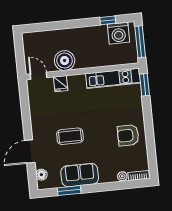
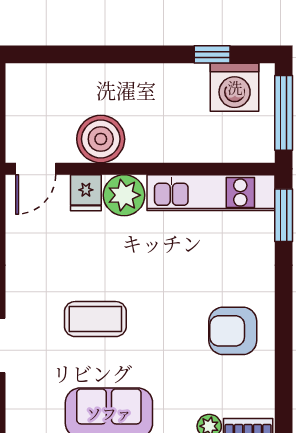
door: (39, 76) -> (36, 169), swing flipped
plant: (77, 83) -> (124, 195), added
floor lamp: (41, 175) -> (19, 403), removed

